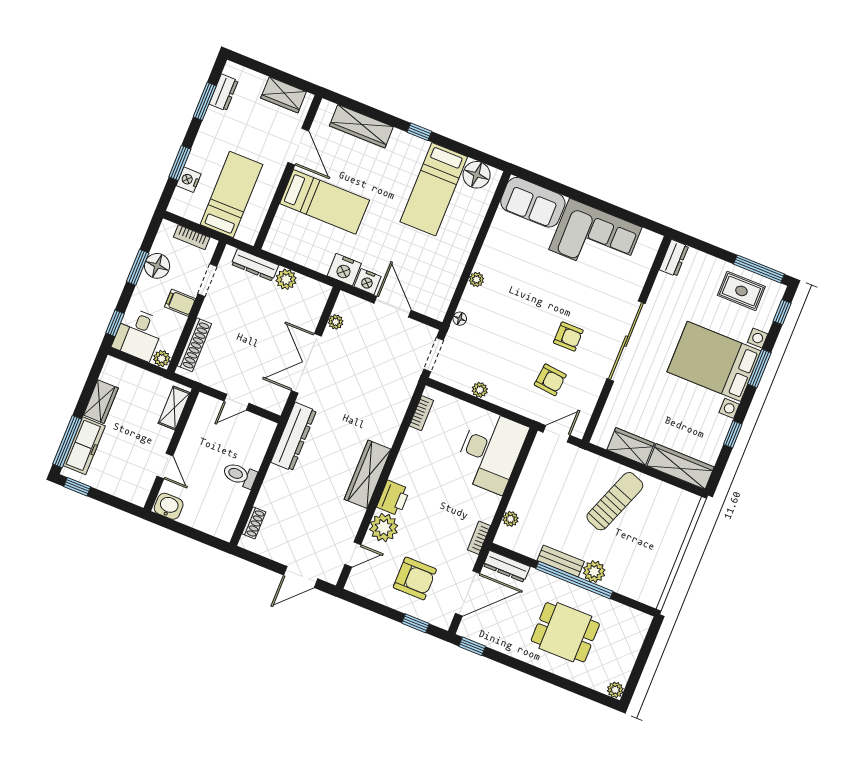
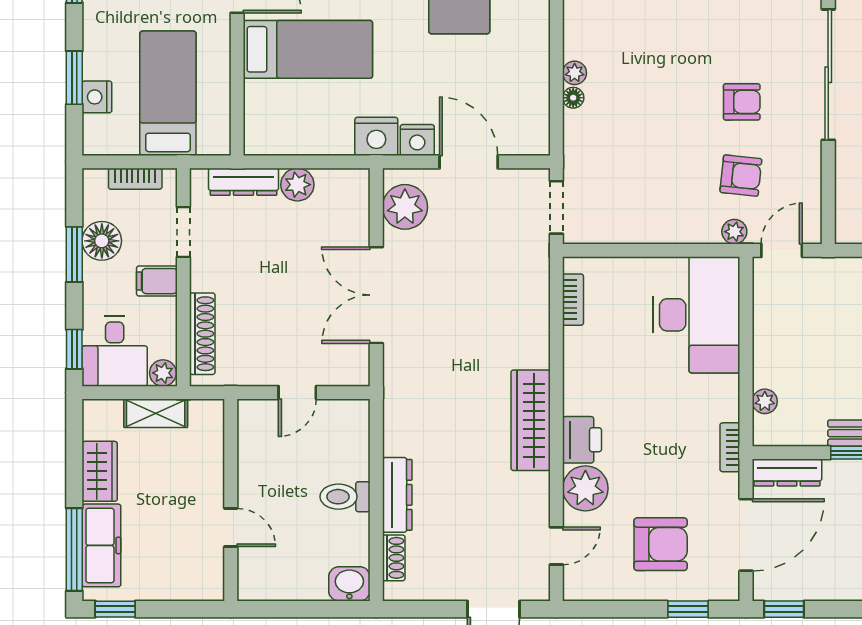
floor lamp: (460, 319) -> (573, 98), moved
plant: (336, 322) -> (405, 207), width x1.88, depth x1.88
plant: (480, 390) -> (734, 232), moved
shelving: (174, 408) -> (156, 413), moved, turned 90
dresser: (294, 437) -> (397, 495), moved, width x0.73, depth x0.80
washbasin: (169, 506) -> (349, 584), moved

